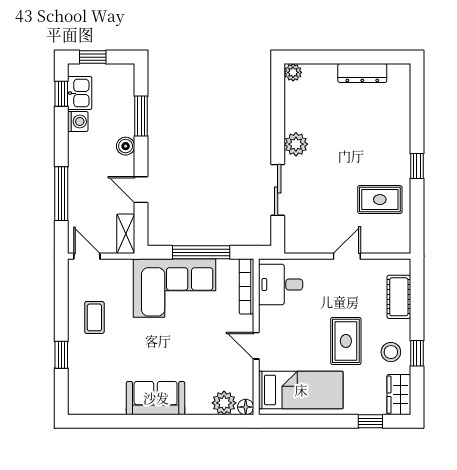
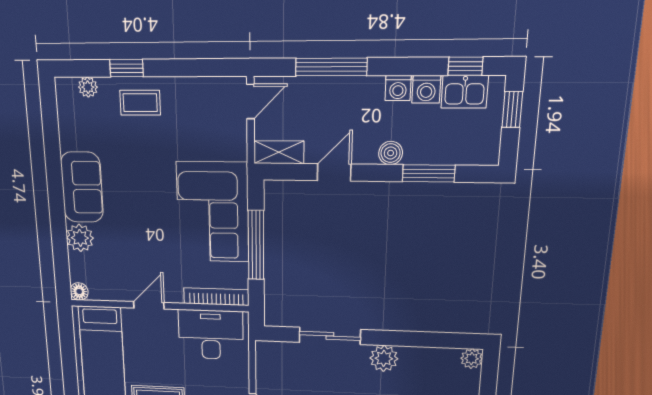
washing machine: (77, 143) -> (398, 88), added
desk: (281, 284) -> (211, 335), width x1.37
coffee table: (94, 317) -> (140, 103), moved
plant: (76, 387) -> (88, 87), added
plant: (224, 403) -> (80, 238), moved

